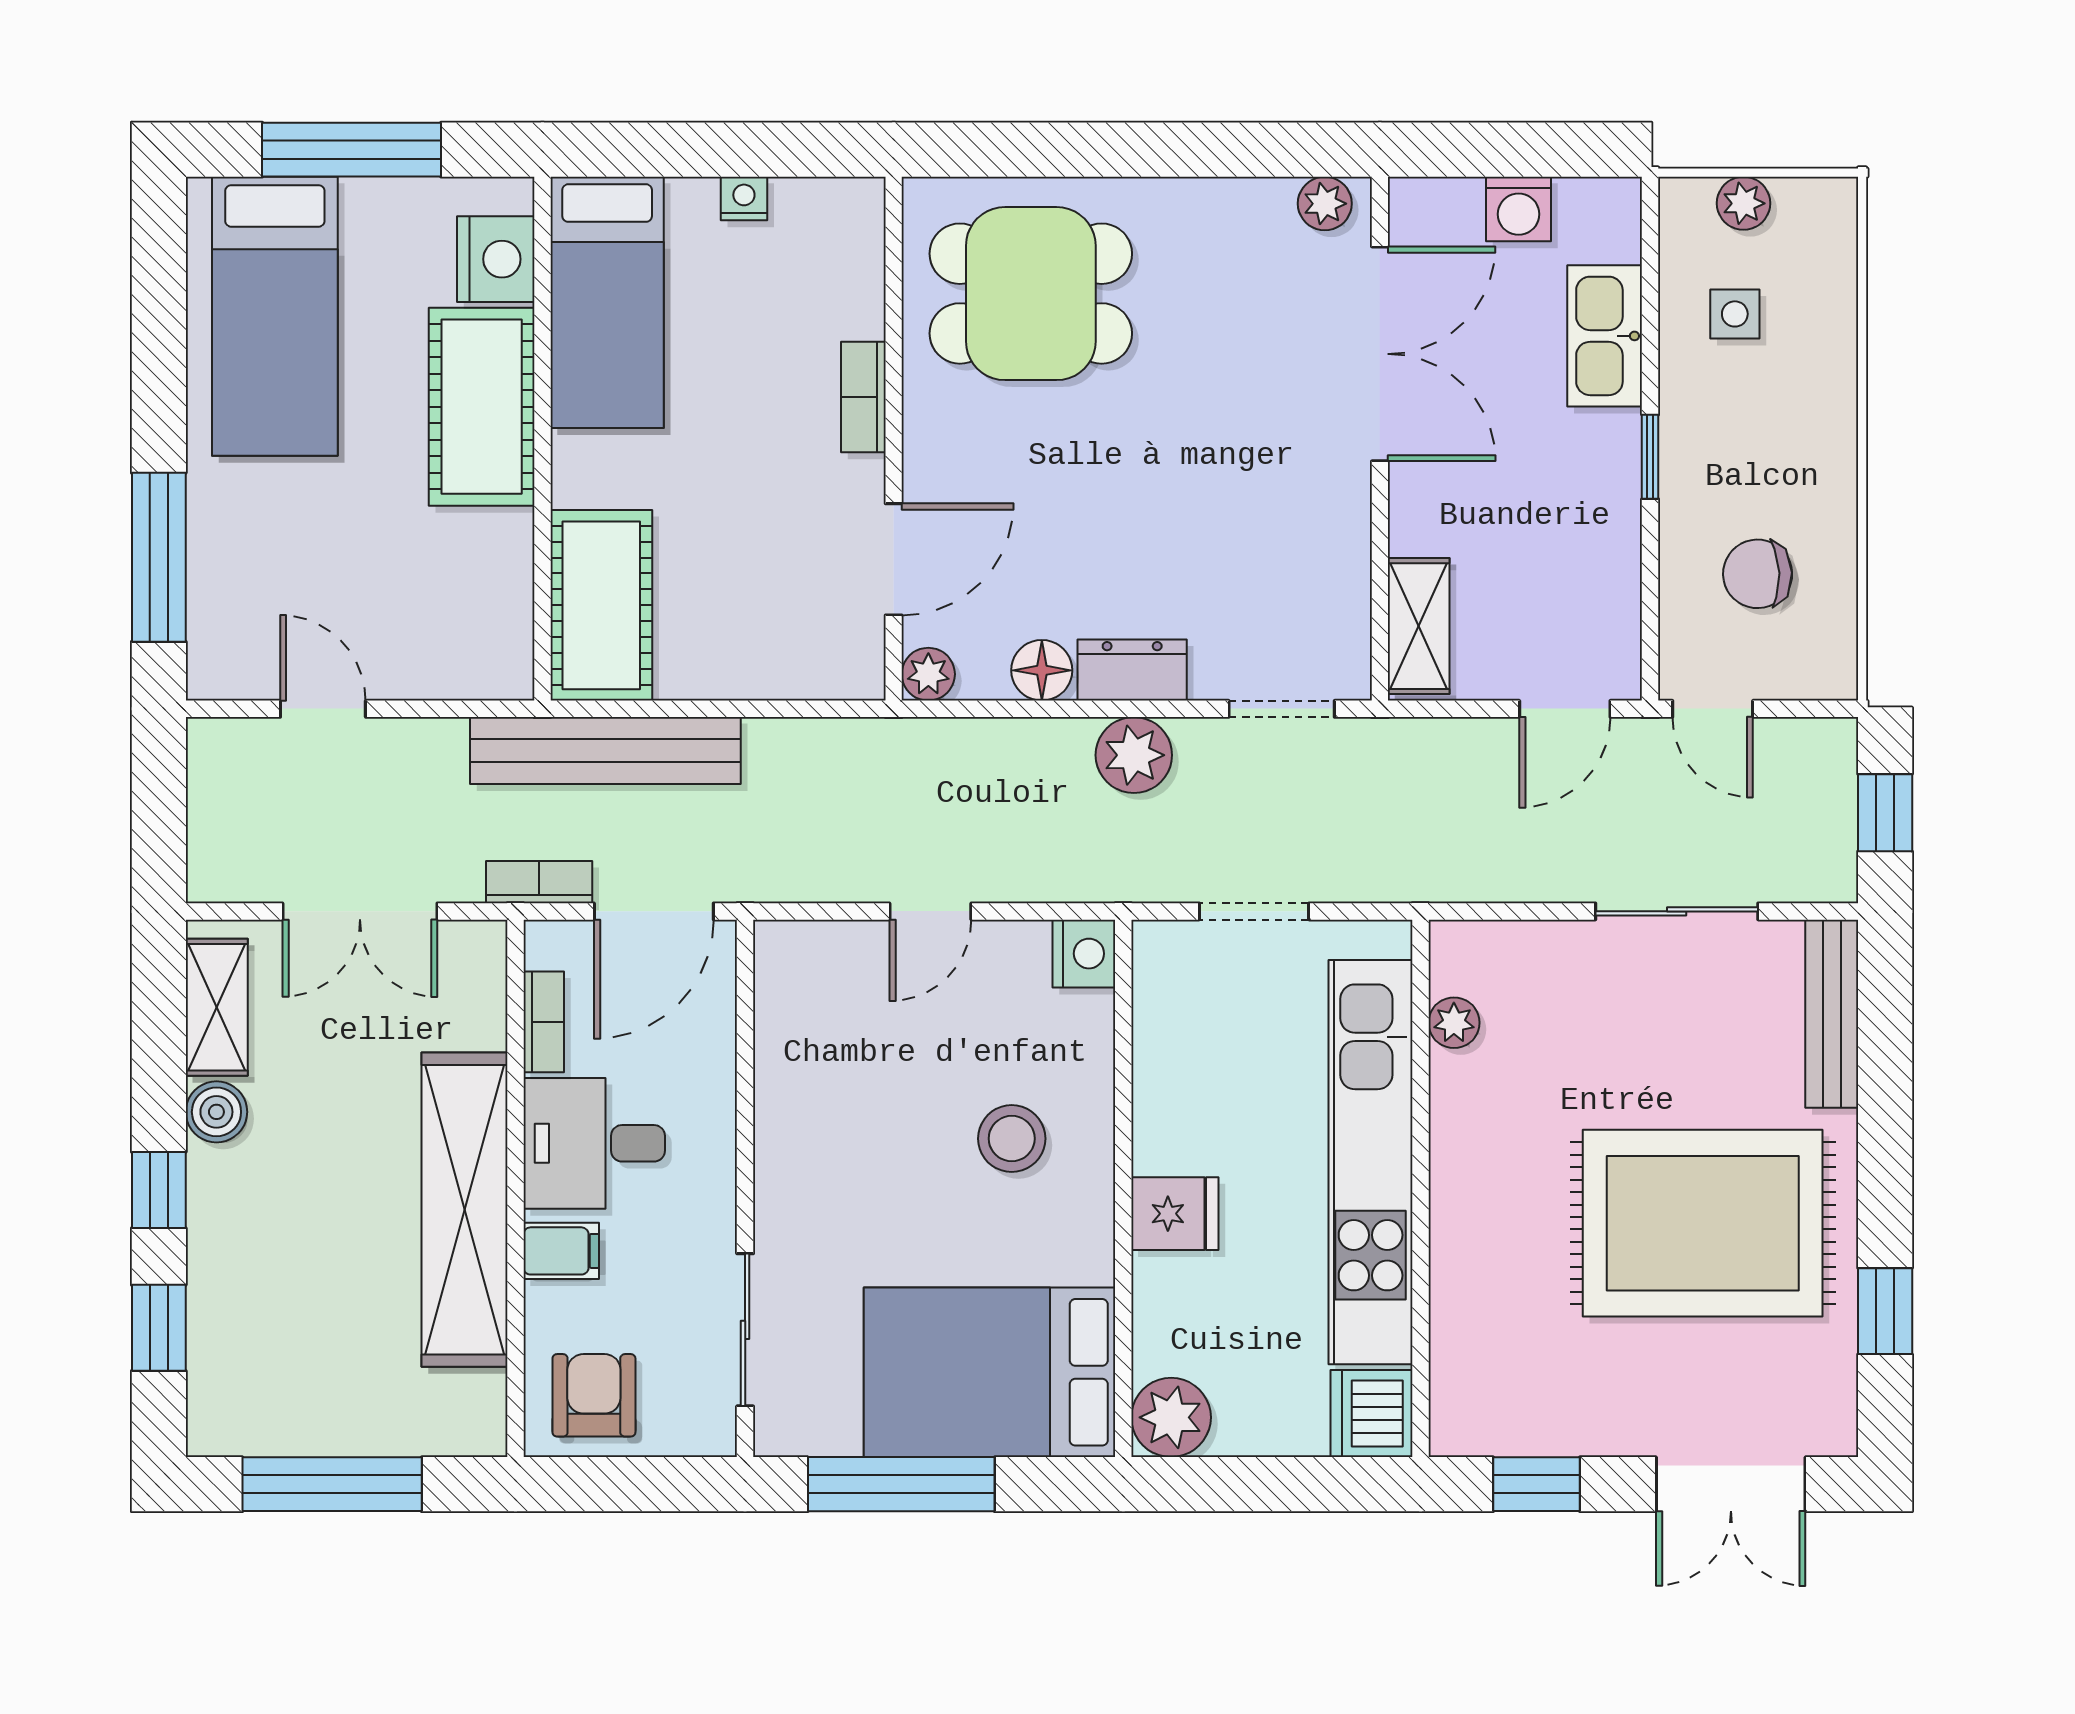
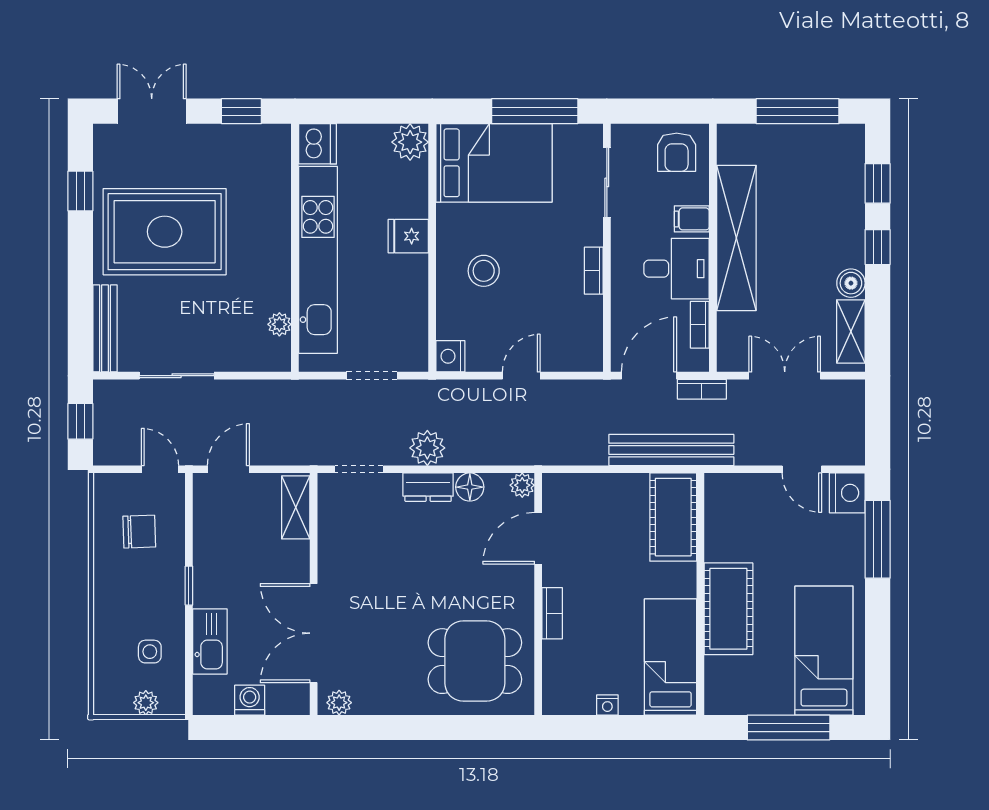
nightstand: (496, 259) -> (847, 493), moved, turned 180
bookcase: (773, 1139) -> (594, 271), added

